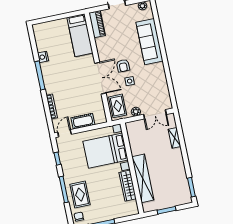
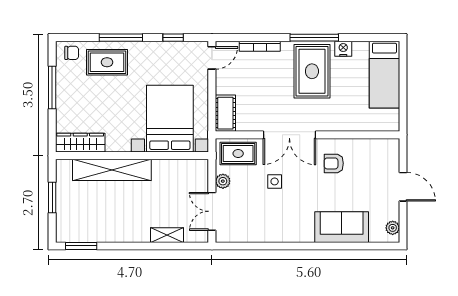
piano: (97, 24) -> (378, 148), removed
bed: (80, 35) -> (384, 75), moved, turned -90
sofa: (149, 42) -> (342, 227), width x0.73
armchair: (123, 66) -> (334, 163), moved
rug: (60, 73) -> (312, 71), added
cot: (83, 121) -> (225, 113), moved
door: (65, 133) -> (212, 58), hinge flipped
wardrobe: (128, 186) -> (80, 143), moved

